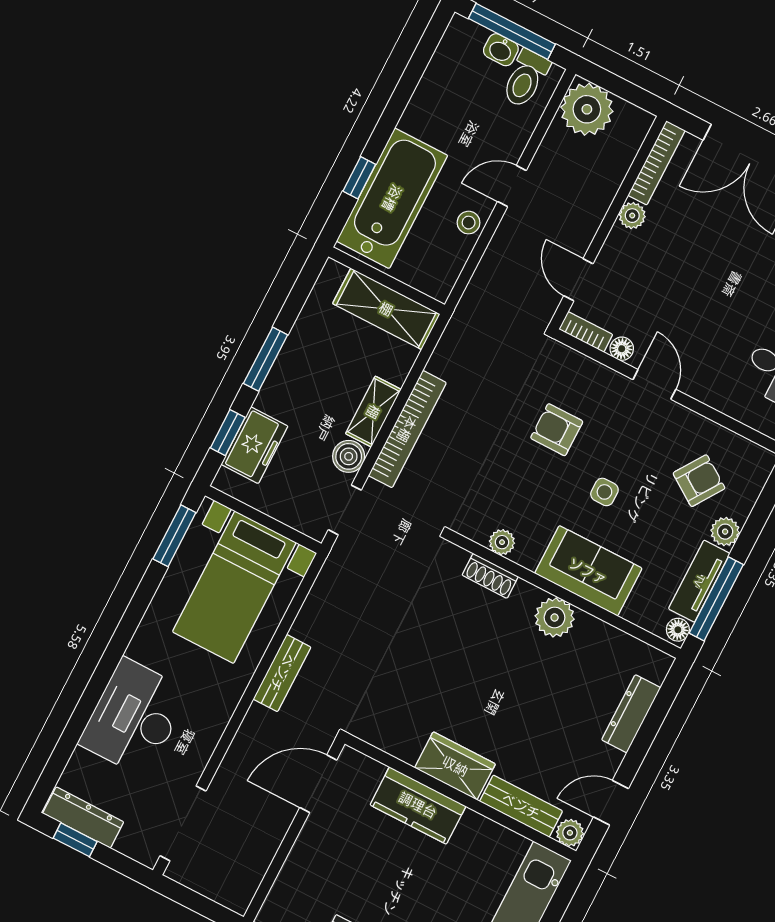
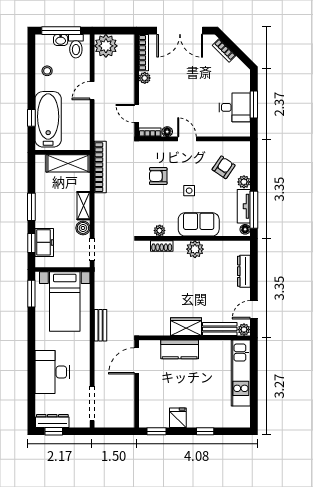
stool: (469, 223) -> (47, 71), moved
bookcase: (407, 429) -> (100, 167), moved

